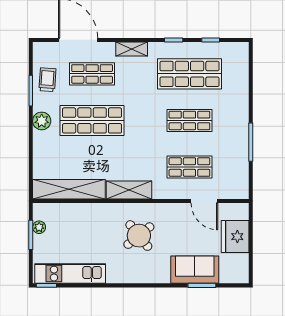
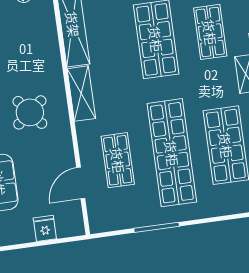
shop shelf: (189, 120) -> (172, 153), width x2.00, depth x1.36
fridge: (235, 237) -> (45, 228), width x0.53, depth x0.75

